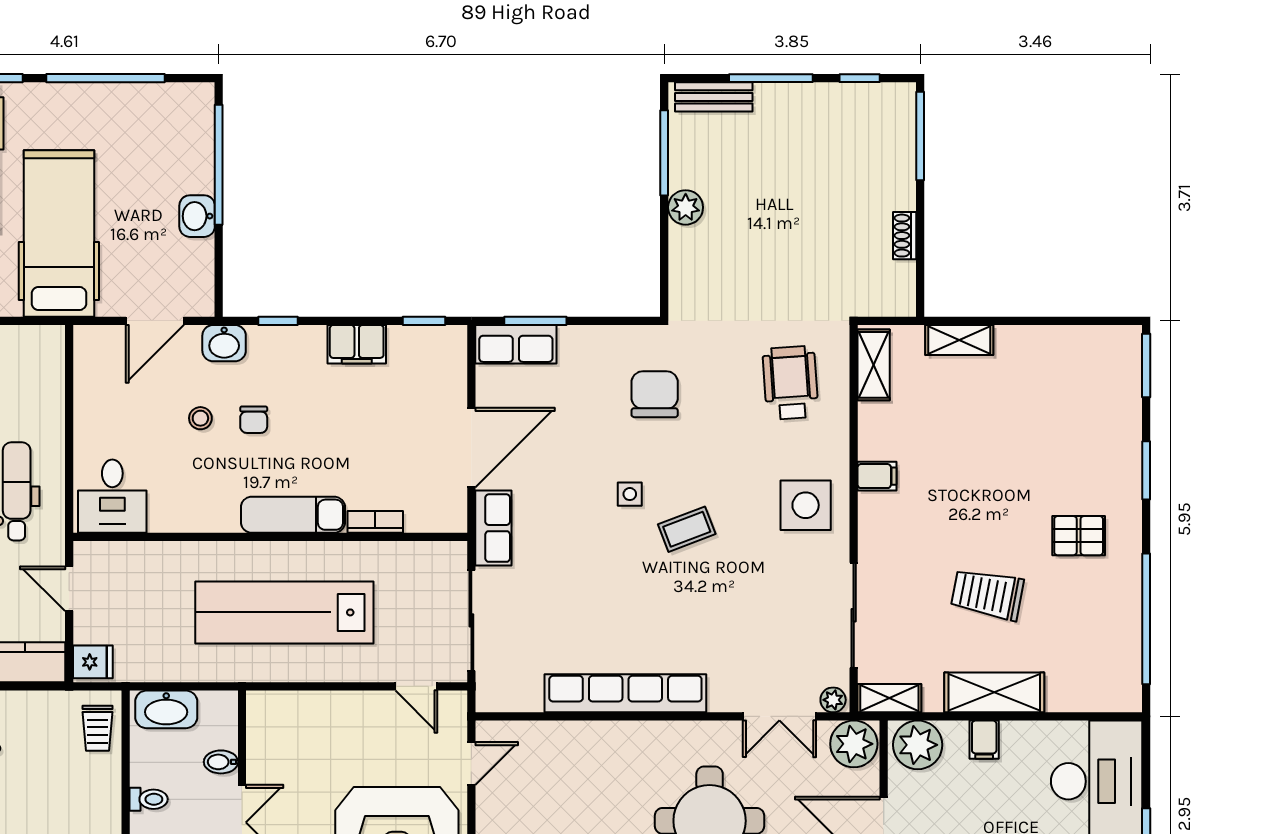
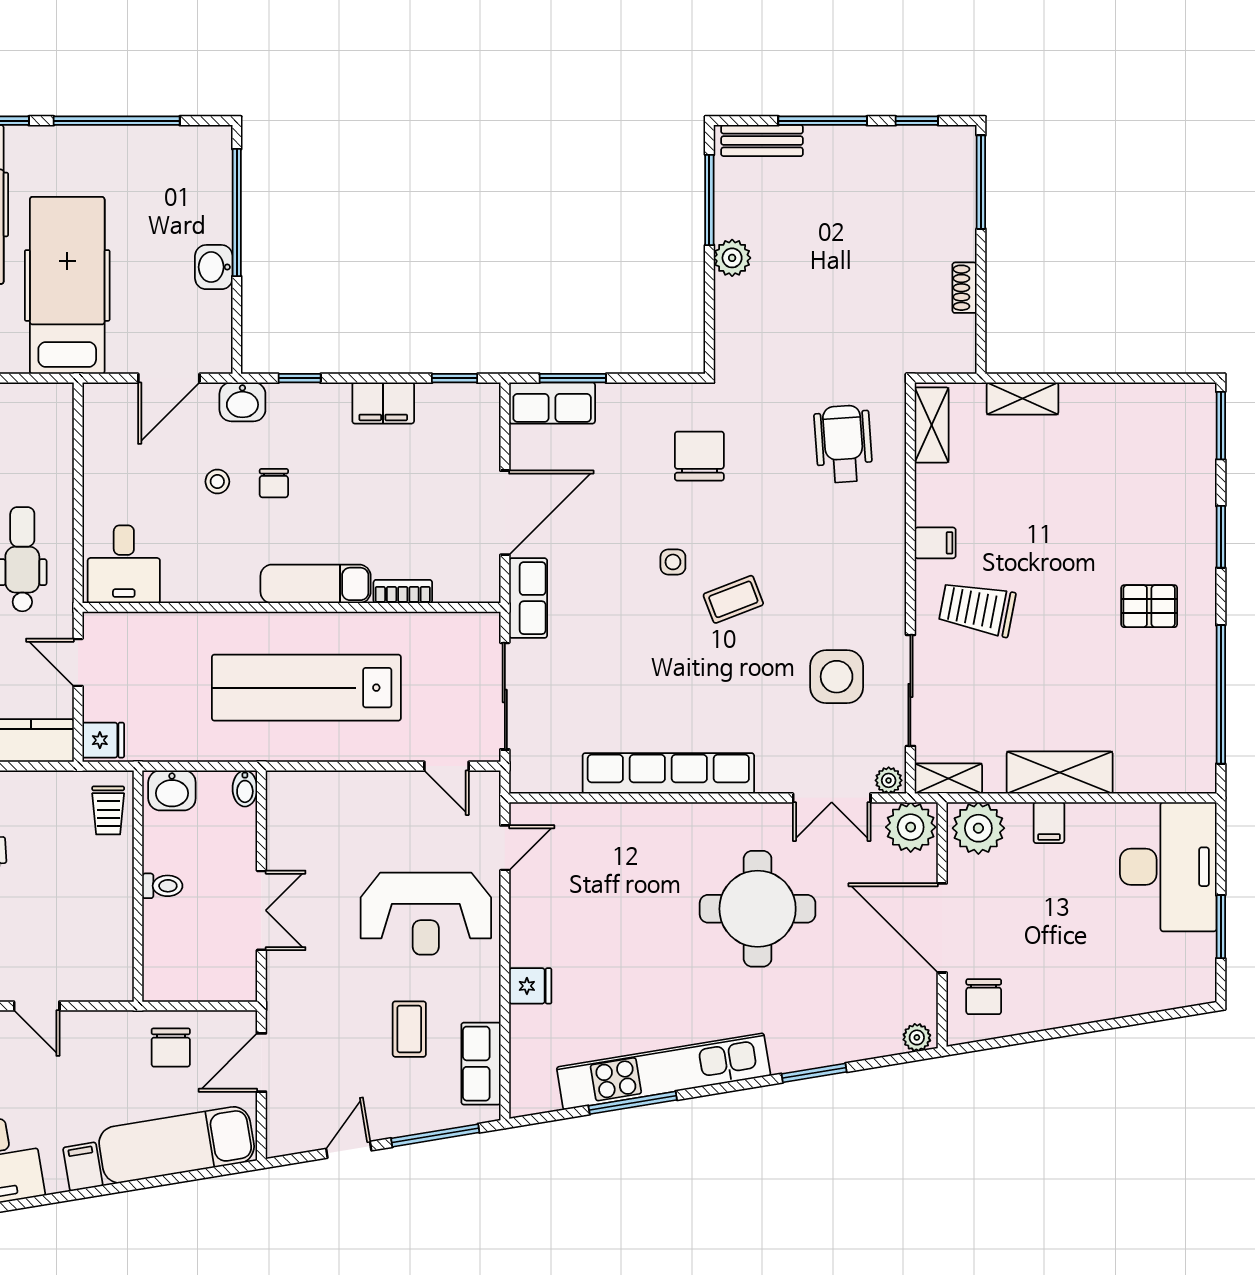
side table: (806, 505) -> (837, 677), moved
trolley: (987, 594) -> (977, 609), moved
washbasin: (166, 709) -> (172, 790), width x0.72
bidet: (221, 762) -> (245, 789), moved, turned -90

